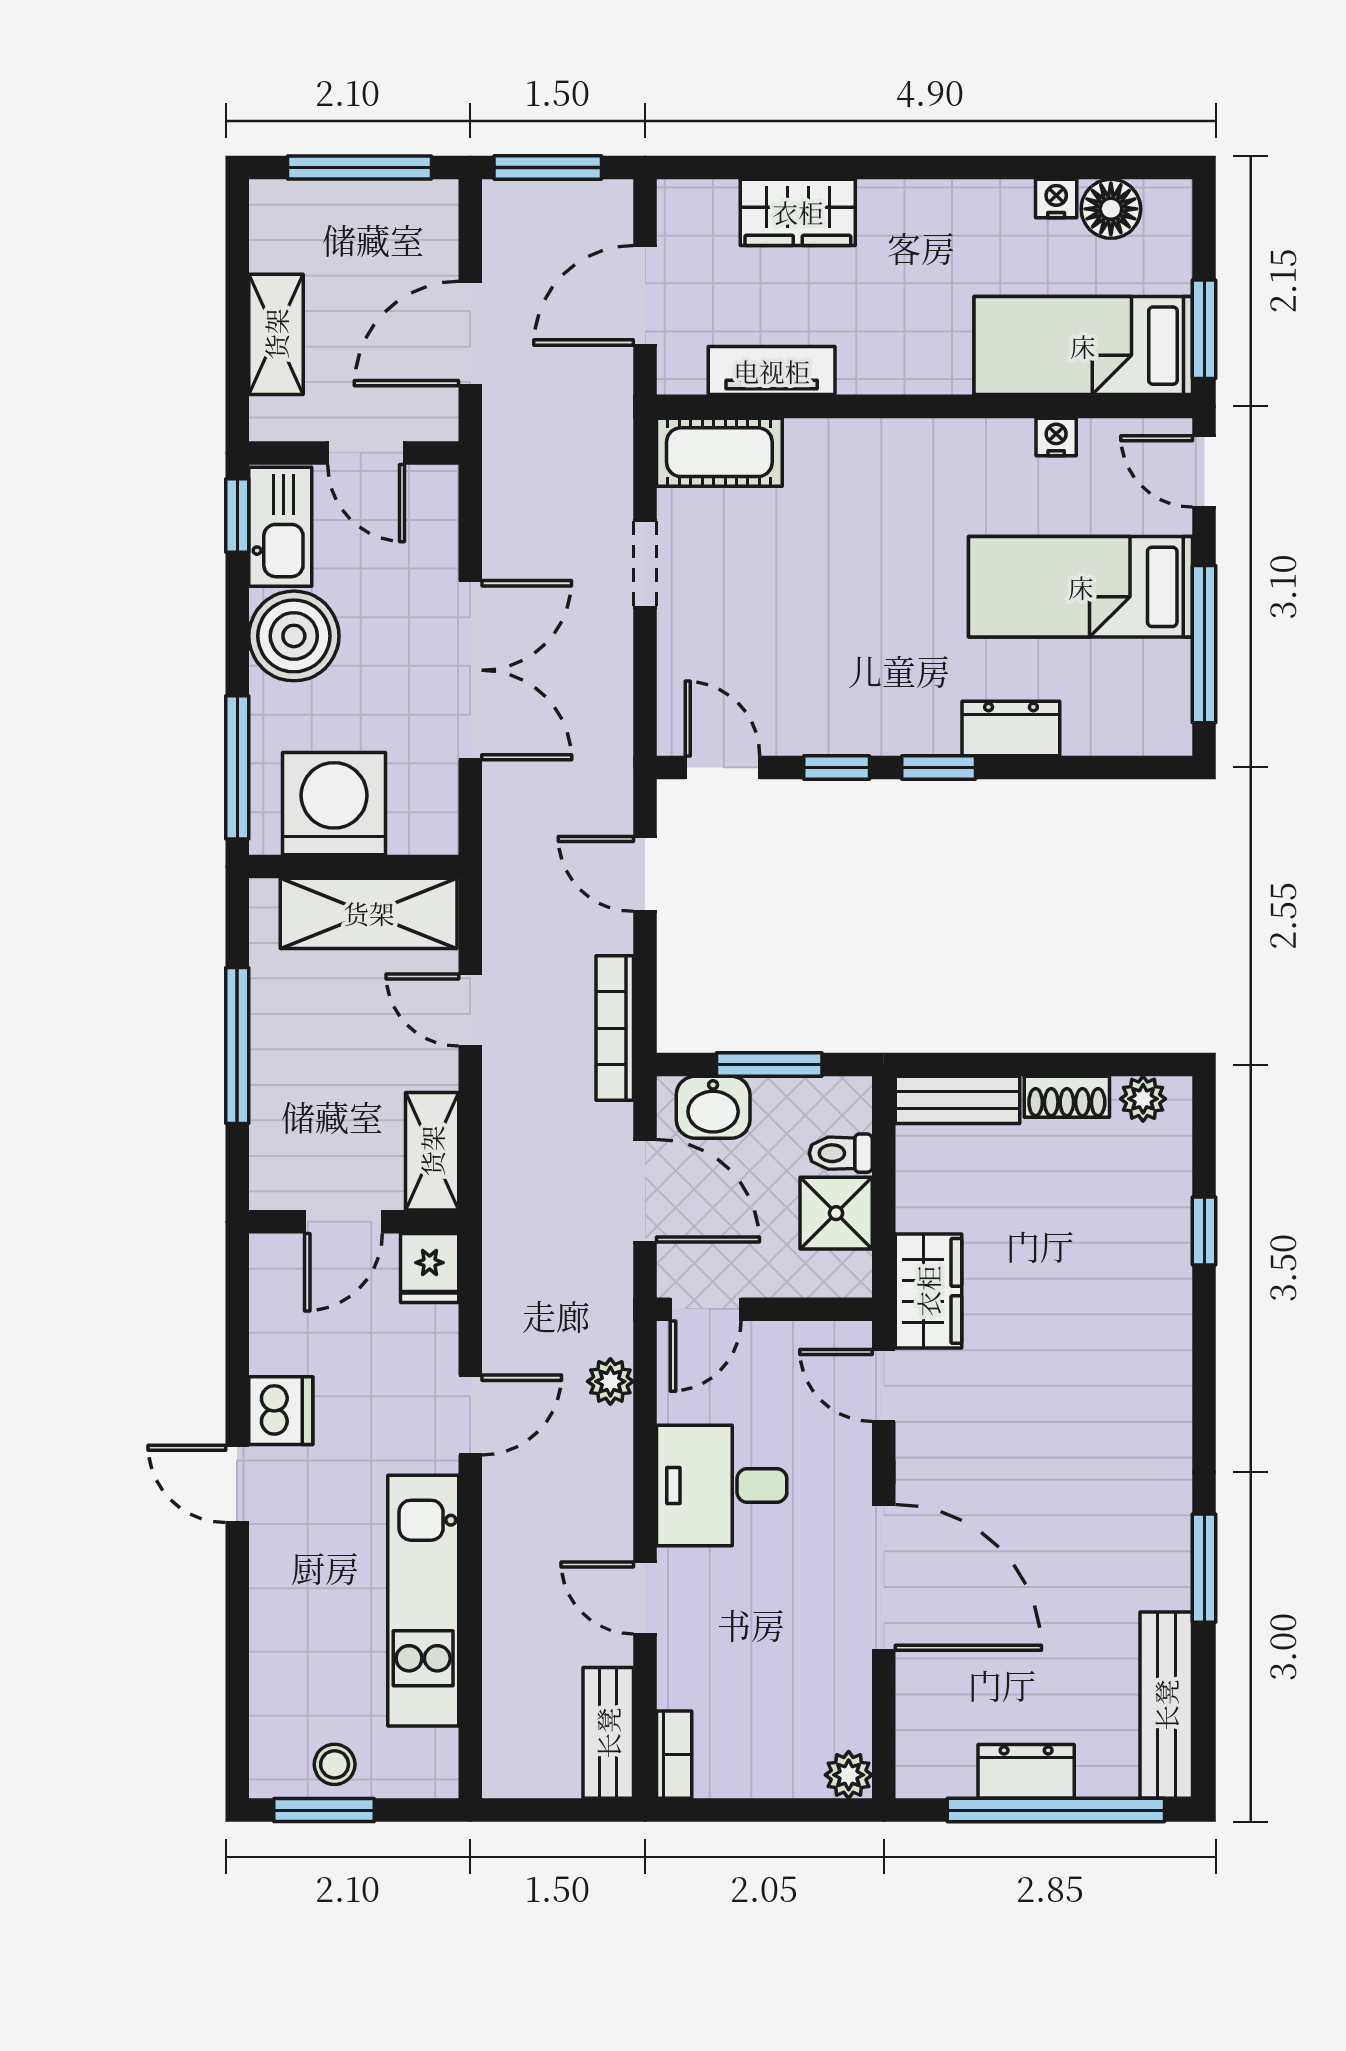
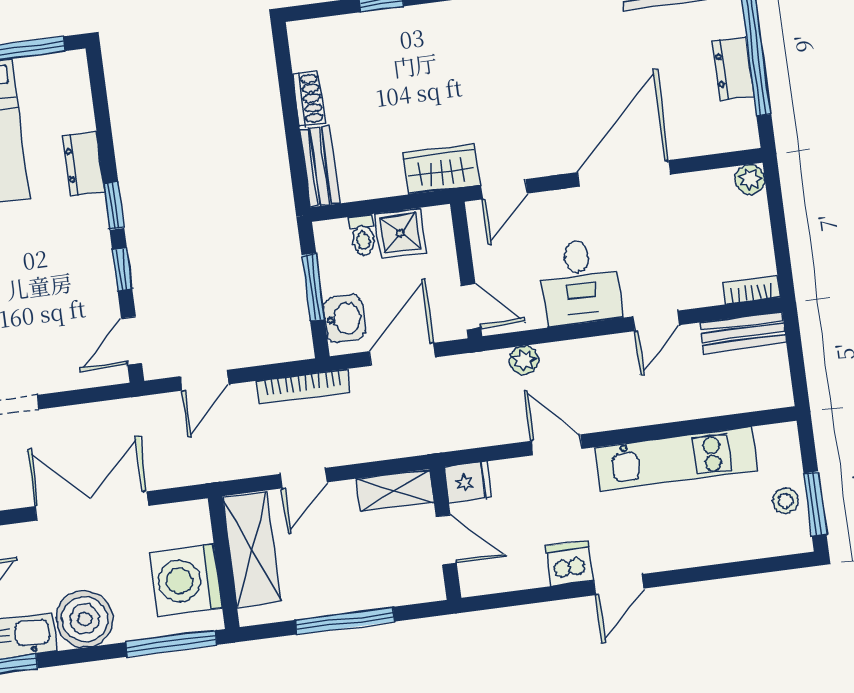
plant: (1143, 1099) -> (304, 51), removed

